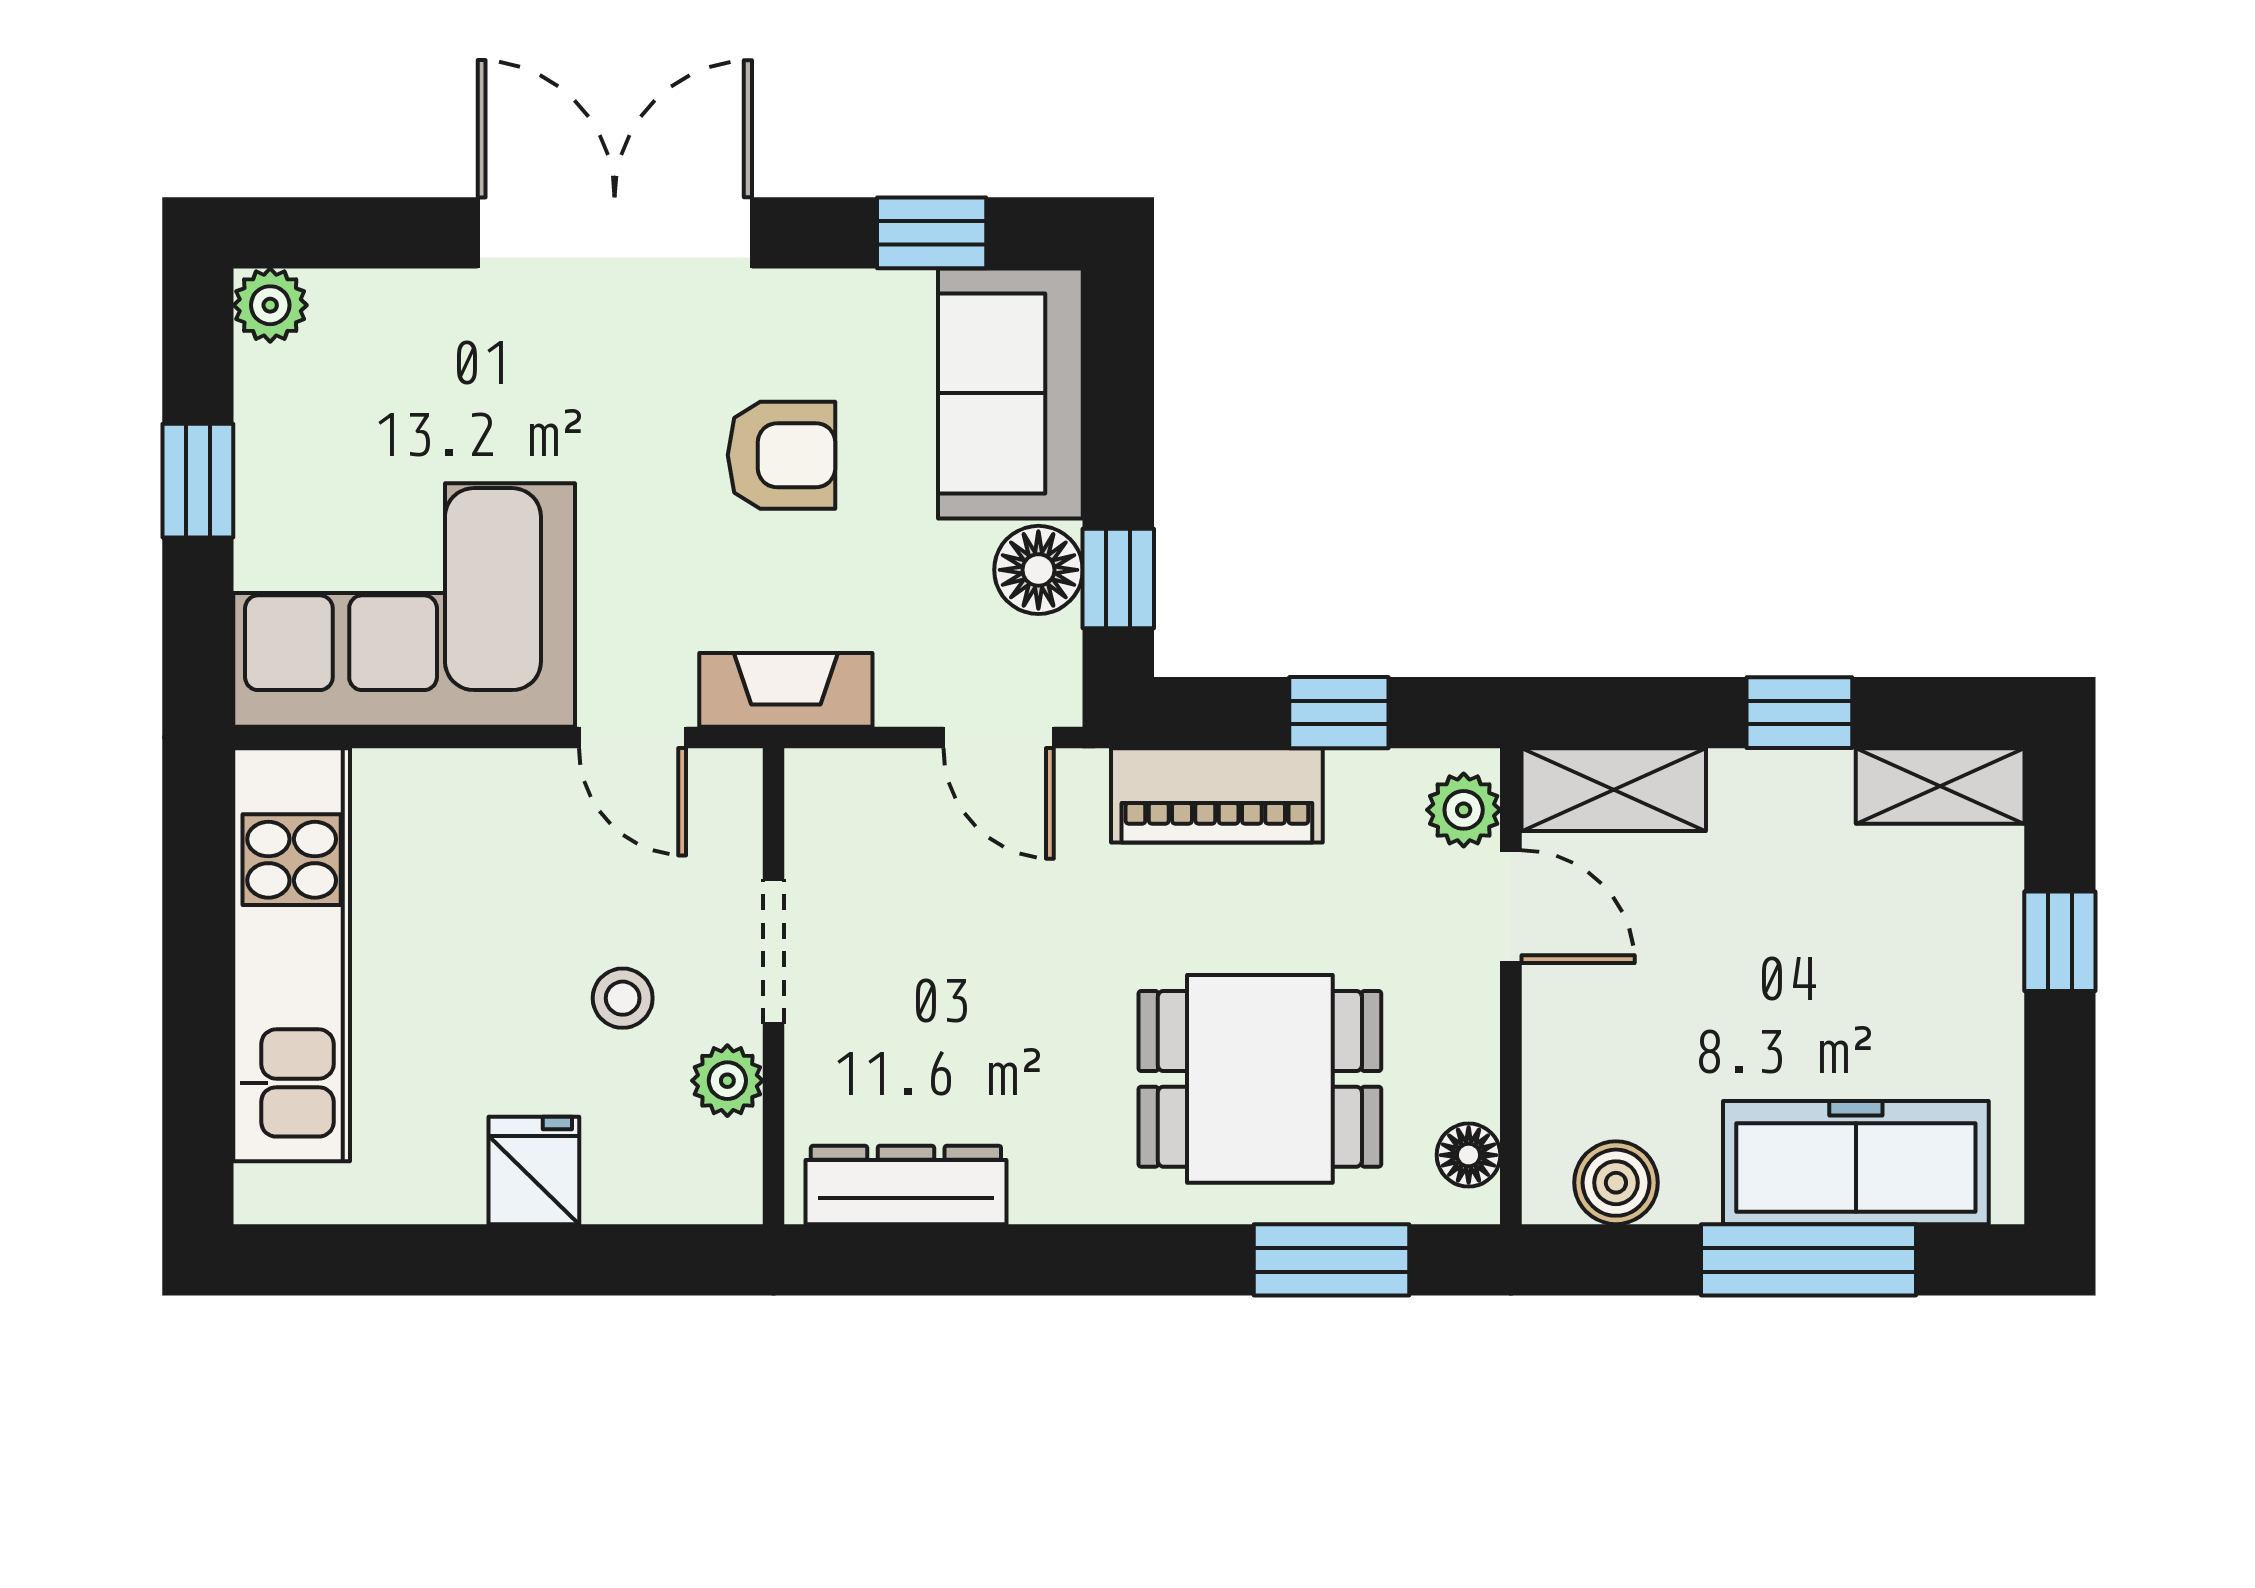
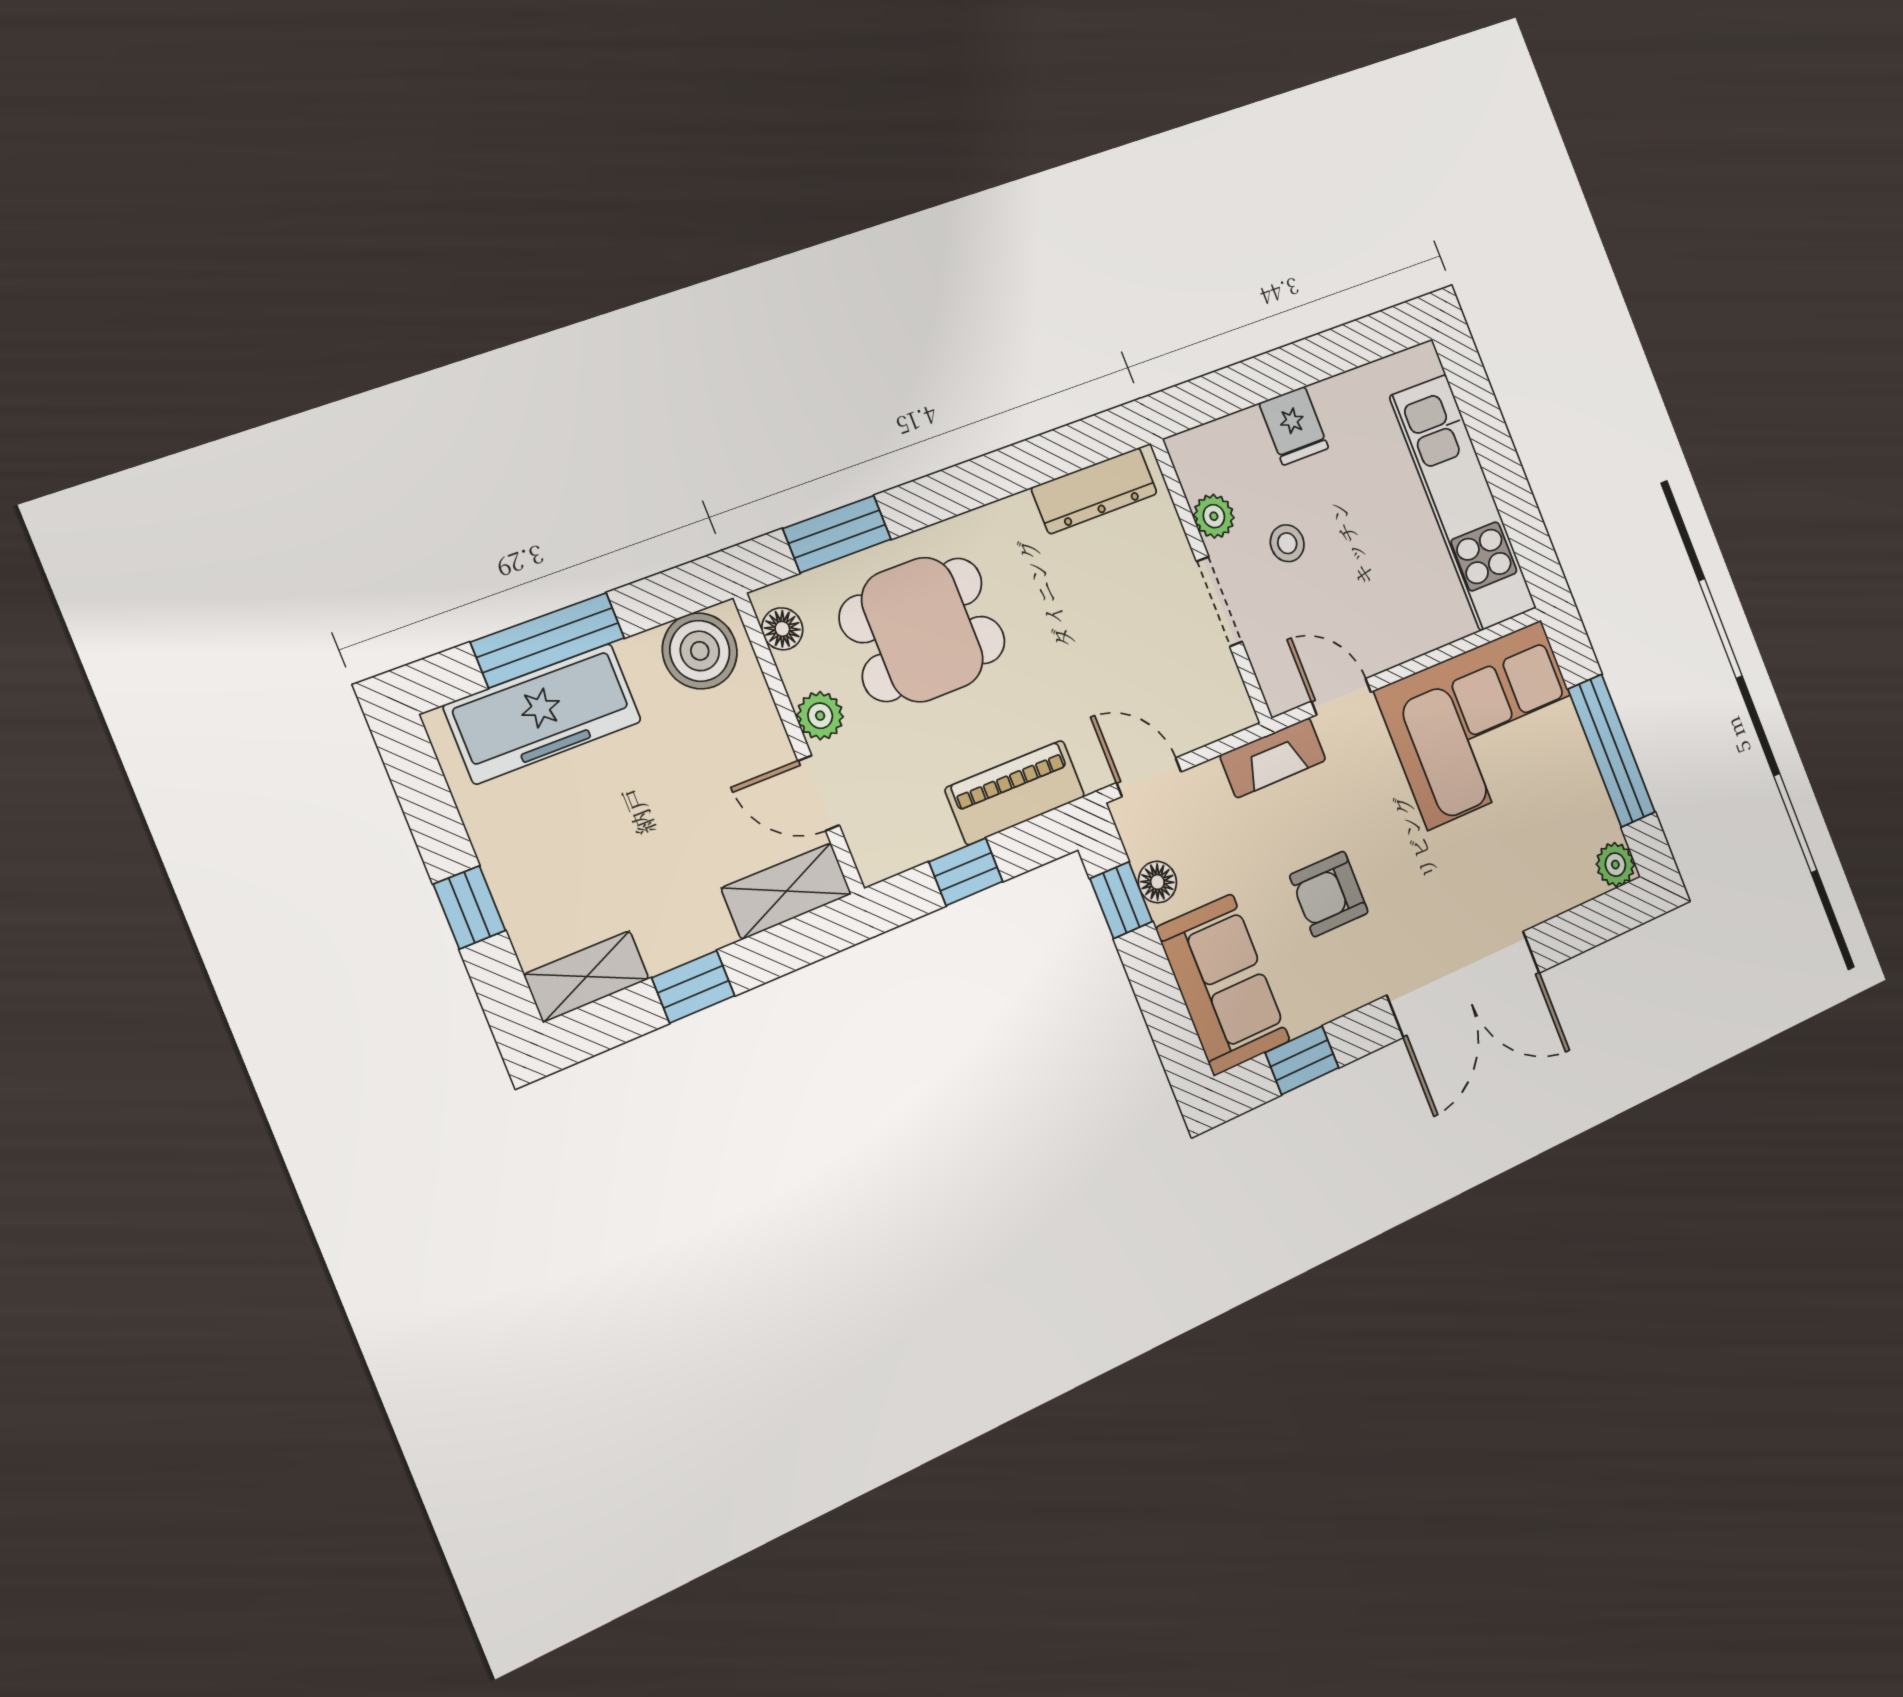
window: (198, 481) -> (1612, 751), width x2.17
floor lamp: (1038, 570) -> (1157, 882), width x0.73, depth x0.73
plant: (1464, 810) -> (820, 716), moved
boiler: (1616, 1183) -> (700, 651), width x1.36, depth x1.36

